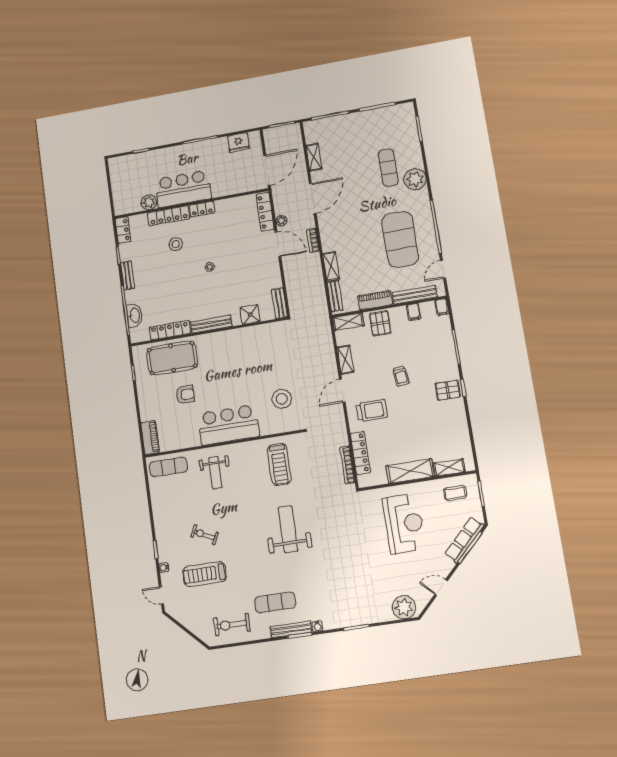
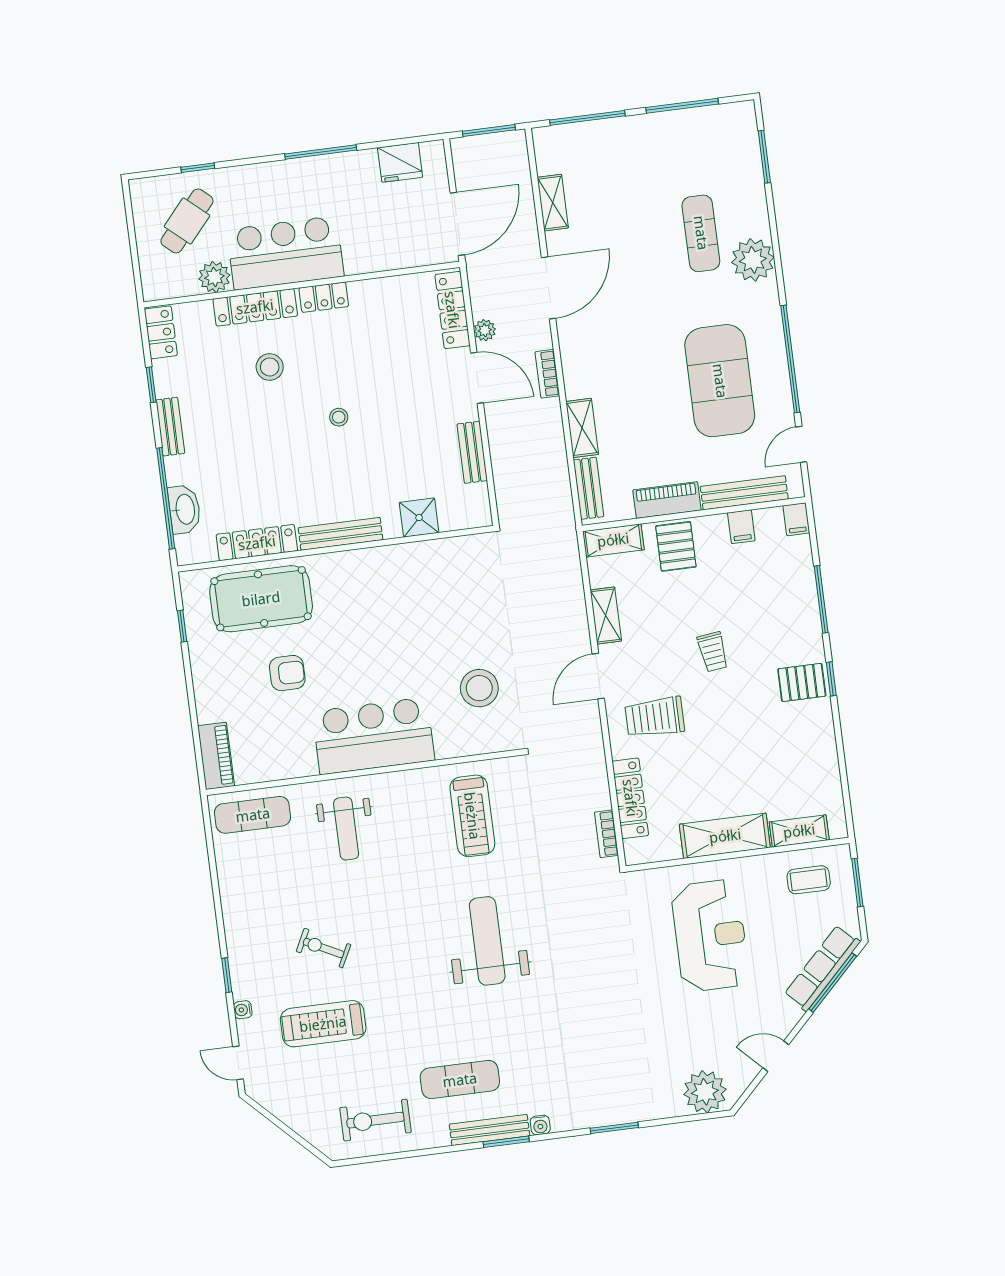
cafe table: (136, 176) -> (187, 221), added
bench: (279, 303) -> (472, 452), moved
trolley: (372, 411) -> (655, 717), turned 180
bookcase: (347, 465) -> (606, 834), width x0.64

